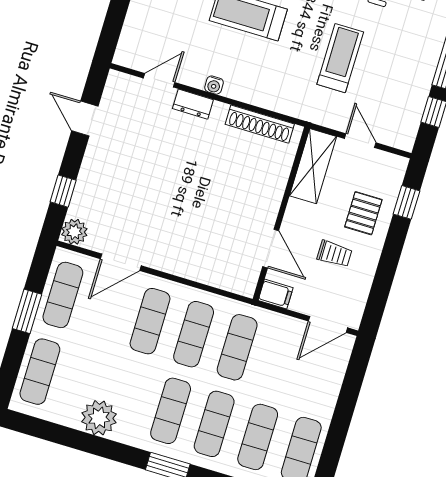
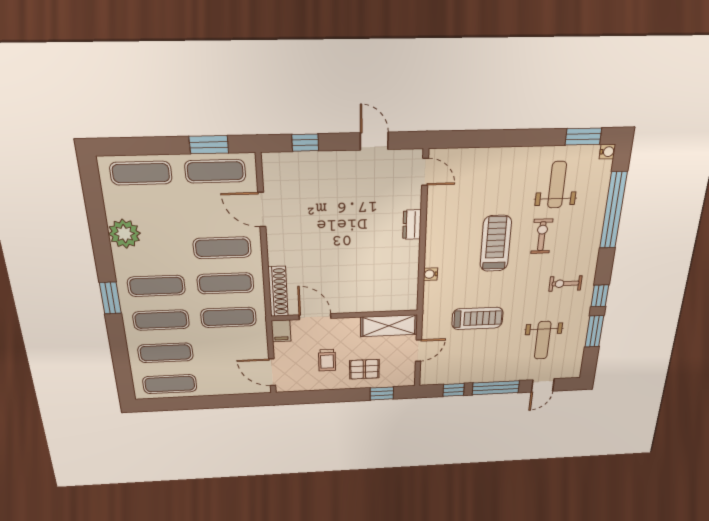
door: (159, 80) -> (425, 172), moved
water cooler: (214, 85) -> (430, 274), moved
door: (85, 119) -> (374, 141), hinge flipped
shoe rack: (260, 124) -> (278, 292), moved, turned 180
plant: (74, 232) -> (273, 163), removed
door: (271, 249) -> (315, 317), swing flipped
window: (27, 311) -> (209, 145), moved

